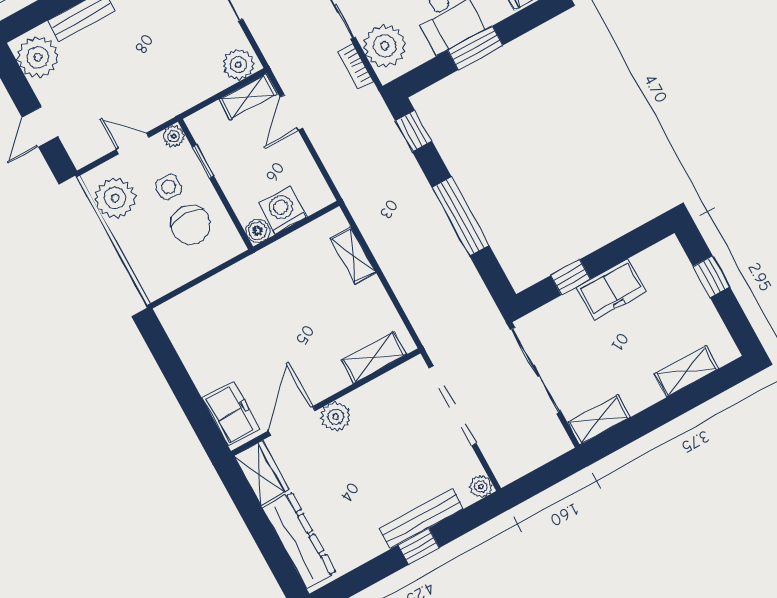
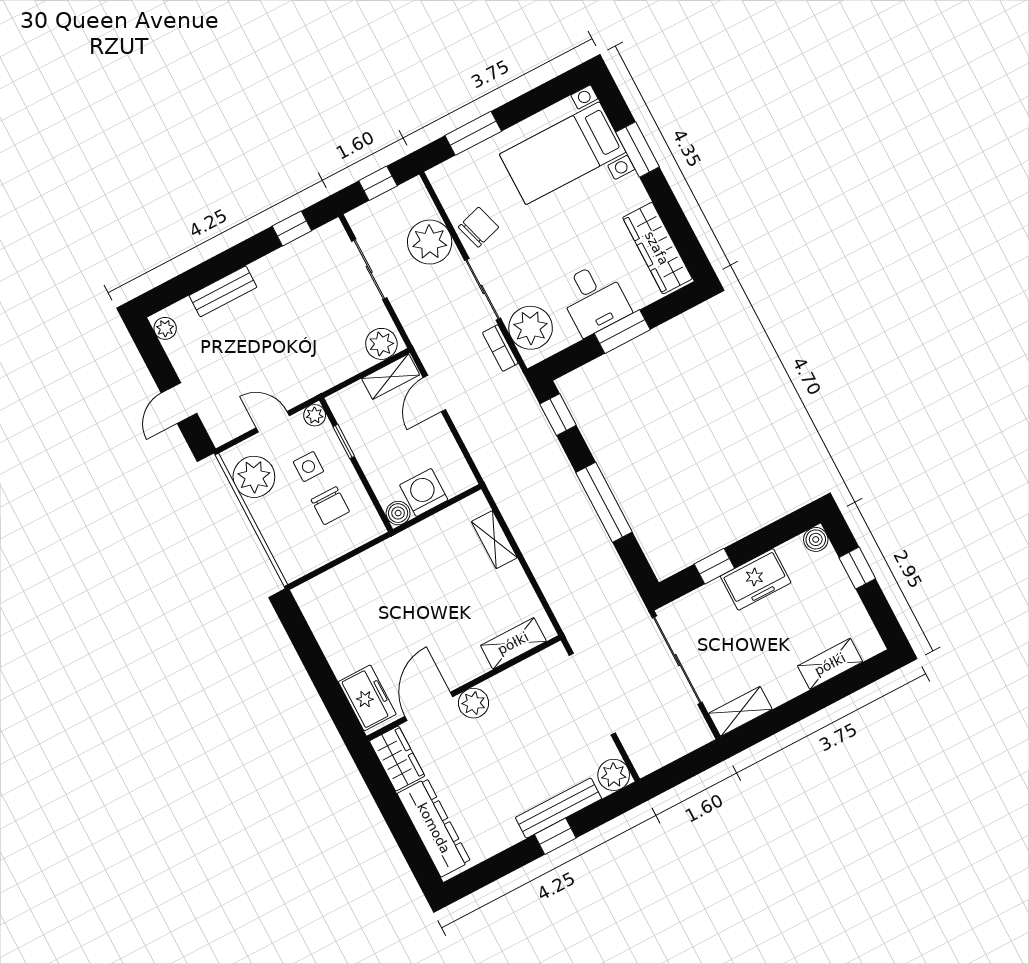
plant: (38, 57) -> (165, 328), width x0.53, depth x0.53
chair: (191, 225) -> (330, 506), width x0.73, depth x0.73
boiler: (670, 249) -> (816, 539), added
plant: (481, 486) -> (614, 775), width x1.38, depth x1.38

